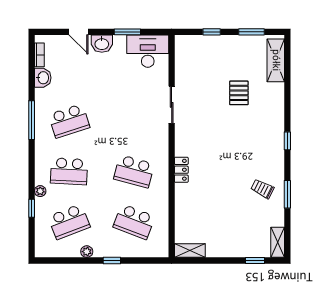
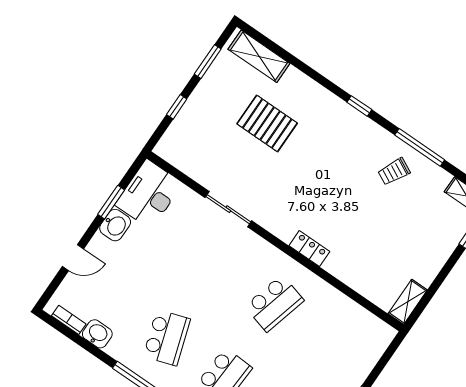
washbasin: (102, 44) -> (115, 225), moved
pallet: (239, 93) -> (267, 123), width x1.50, depth x1.42
window: (287, 194) -> (420, 147), width x1.44
school desk: (134, 222) -> (331, 343), removed

